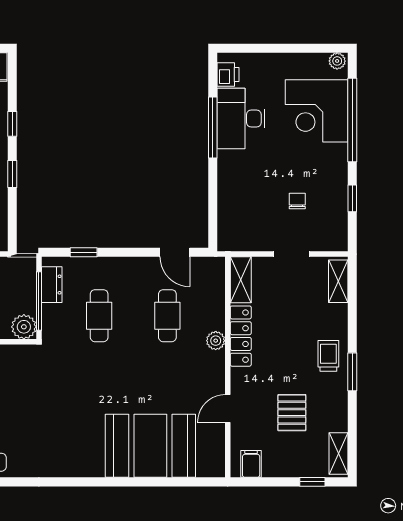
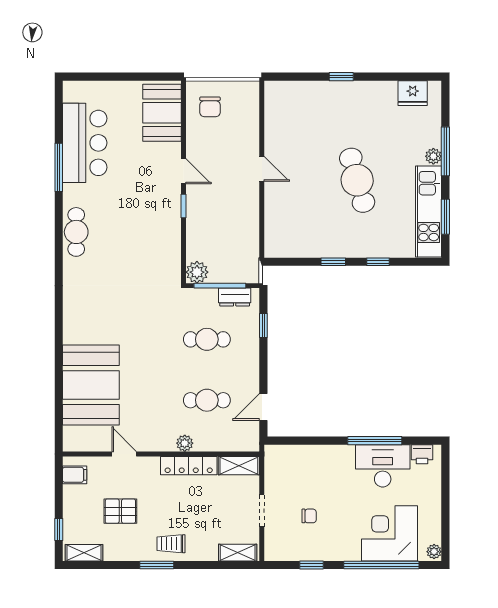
trolley: (328, 356) -> (171, 544), turned 180

